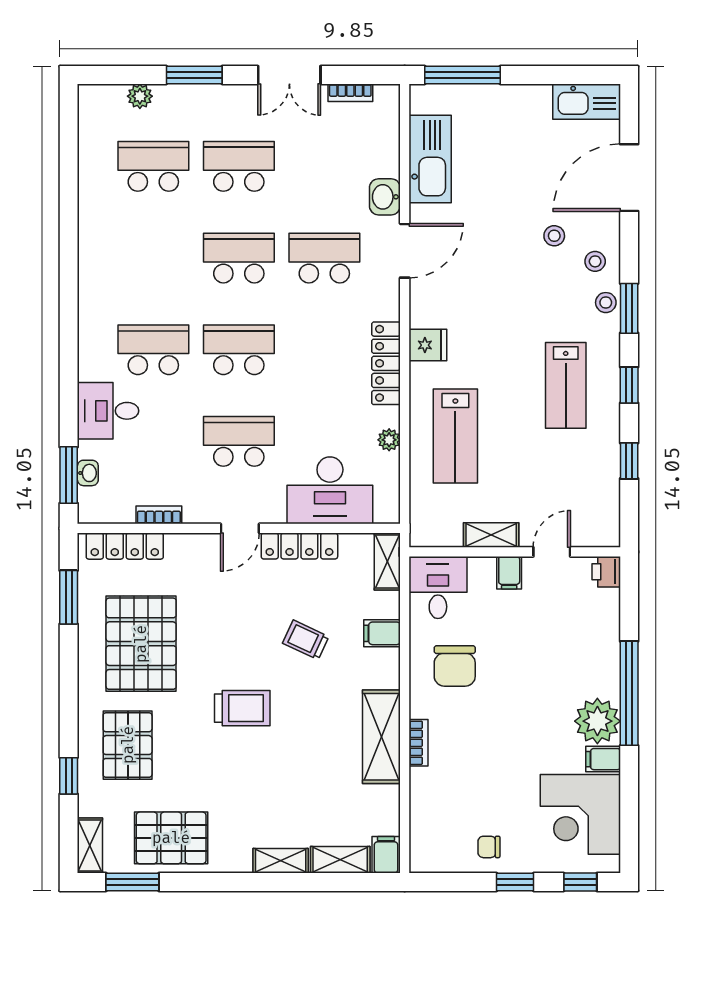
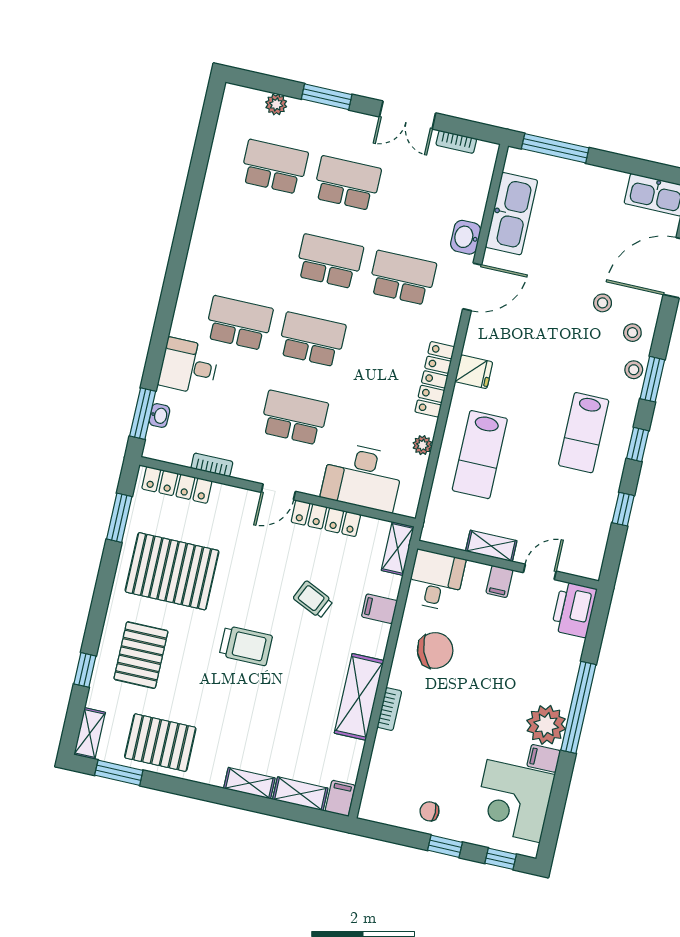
printer: (606, 572) -> (574, 610), width x1.87, depth x1.48
pallet: (141, 644) -> (172, 571), turned 90
chair: (455, 666) -> (435, 650), turned -111

